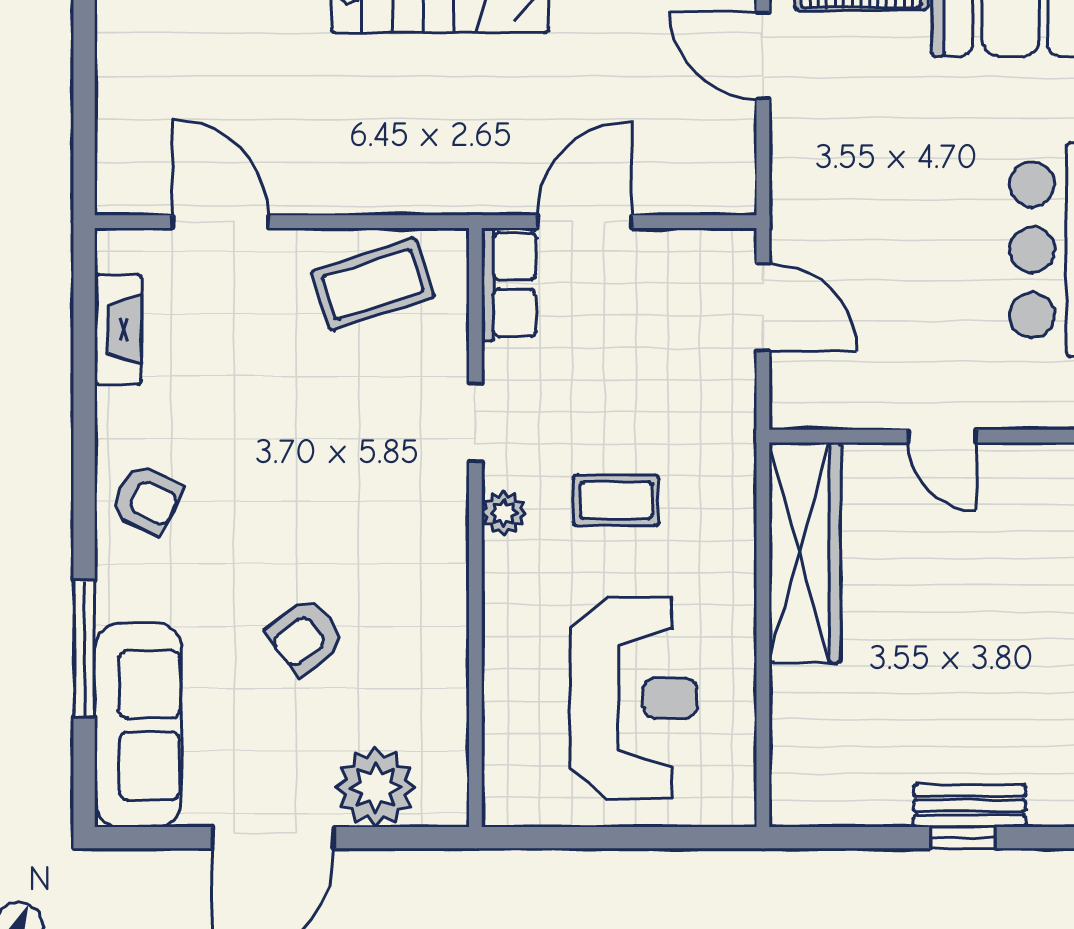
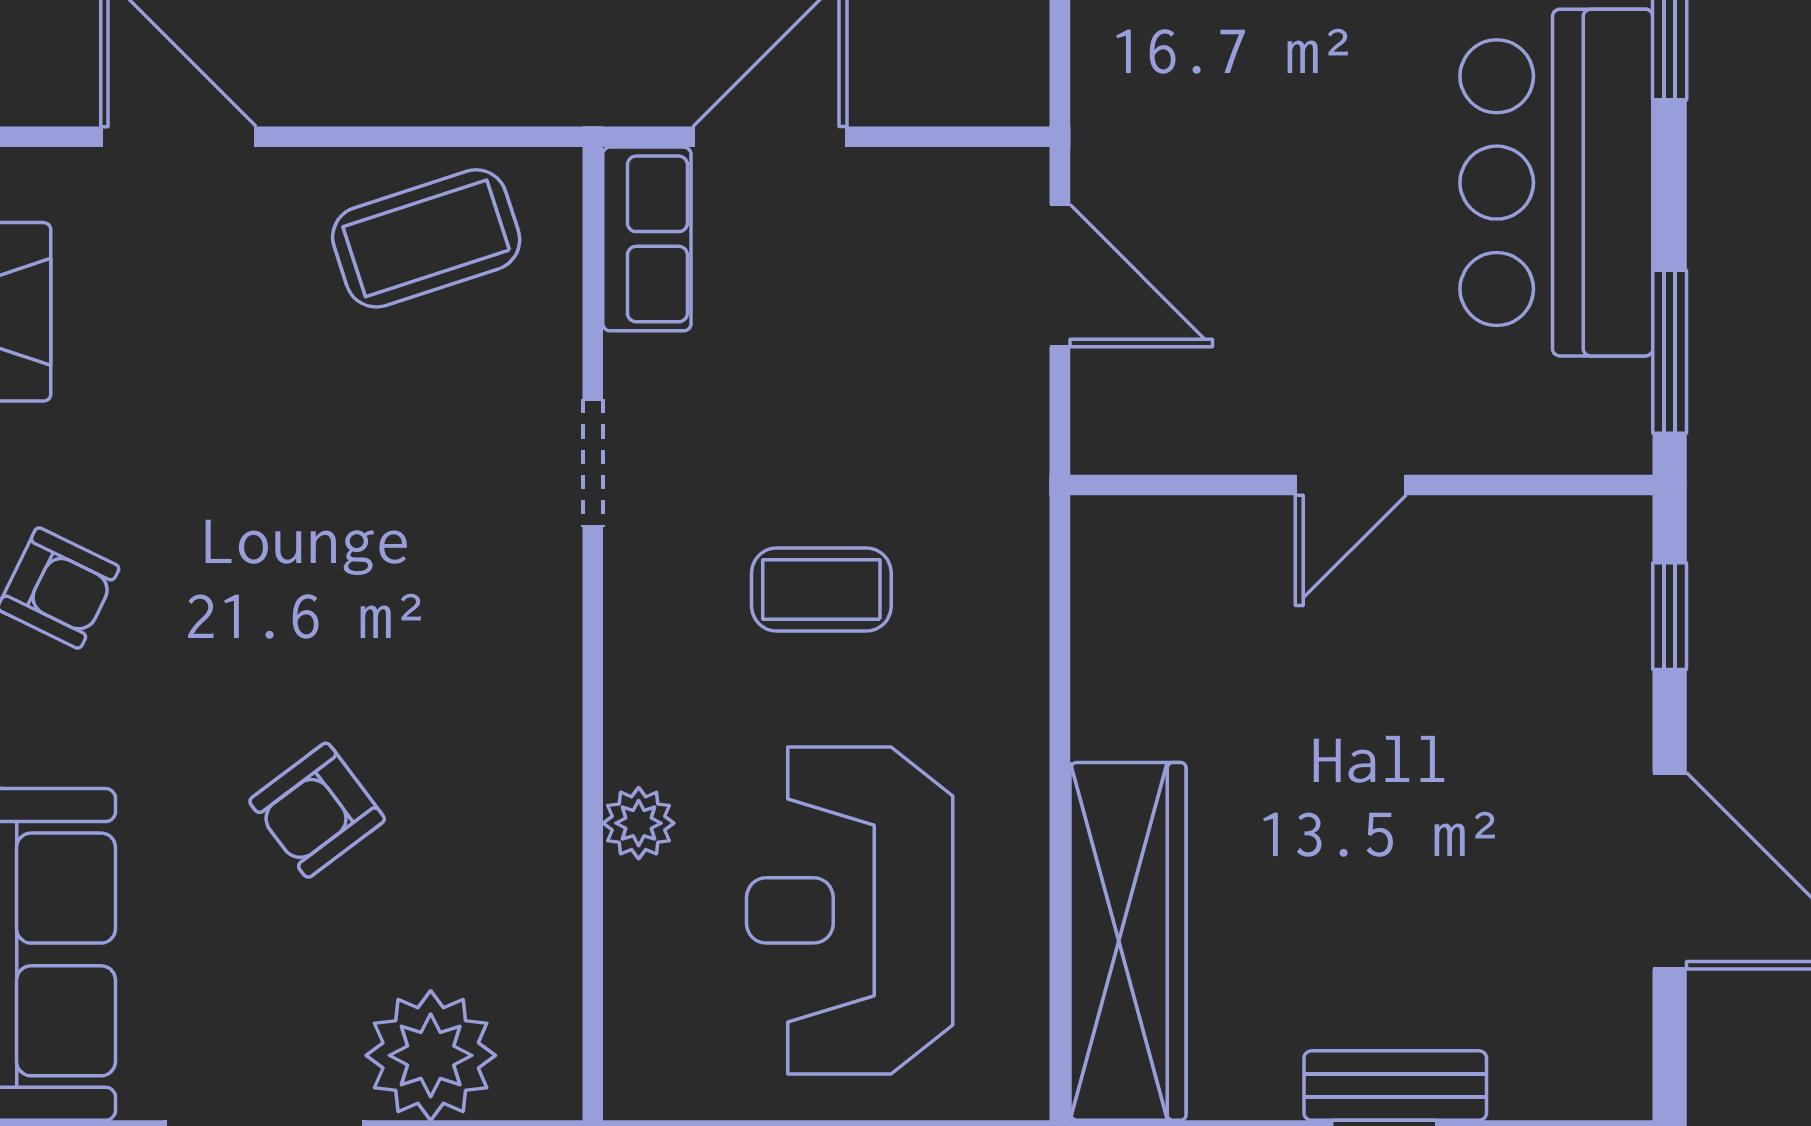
door: (942, 436) -> (1351, 485), hinge flipped
plant: (504, 513) -> (639, 823), moved
wardrobe: (805, 553) -> (1128, 941), moved
reception desk: (634, 698) -> (850, 910), turned 180

